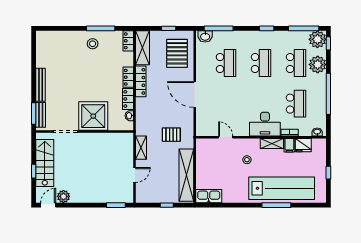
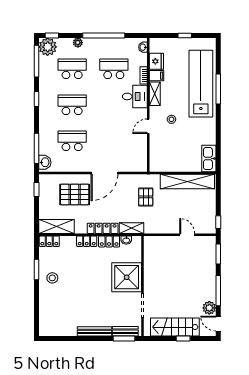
window: (101, 28) -> (36, 270), width x0.69
window: (169, 28) -> (36, 189), moved
pallet: (177, 53) -> (75, 194), moved
plant: (318, 65) -> (78, 43), width x0.53, depth x0.53
locker: (141, 81) -> (103, 228), moved
desk: (265, 124) -> (135, 96), width x0.73
door: (226, 137) -> (148, 126), moved
shelving: (141, 148) -> (132, 228), moved
window: (80, 205) -> (218, 291), added
window: (167, 205) -> (218, 222), moved

